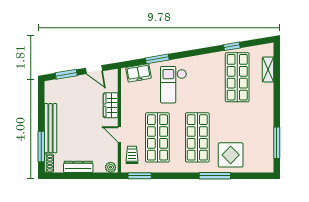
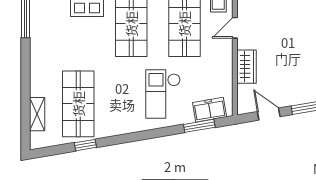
window: (157, 59) -> (199, 126), moved
checkout: (174, 85) -> (163, 94), turned 180
door: (119, 134) -> (235, 28), swing flipped

